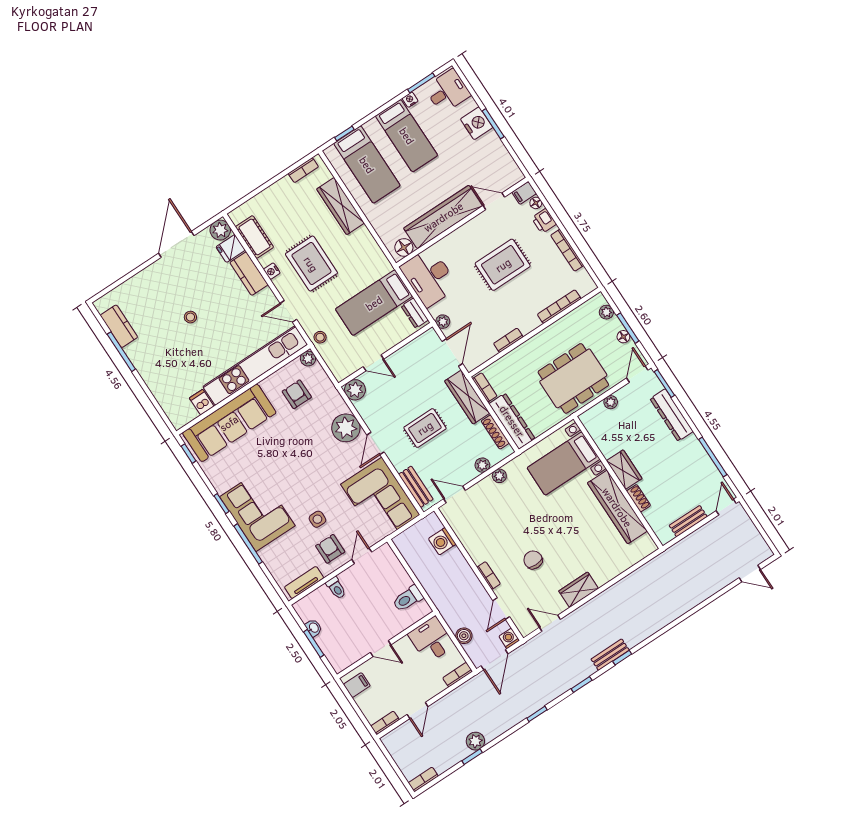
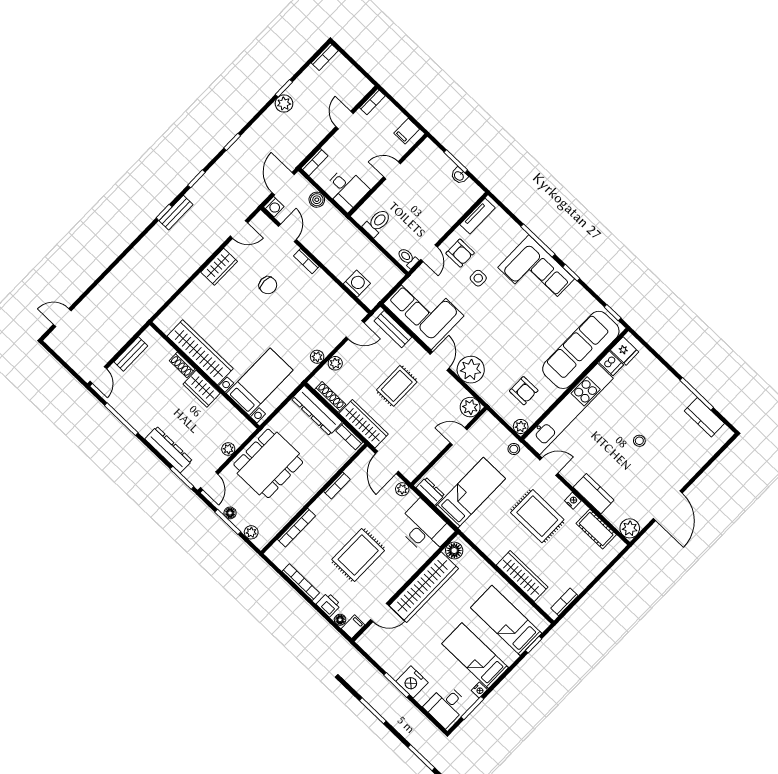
fridge: (231, 248) -> (625, 351), moved, turned 90
toilet: (336, 588) -> (408, 258), moved

